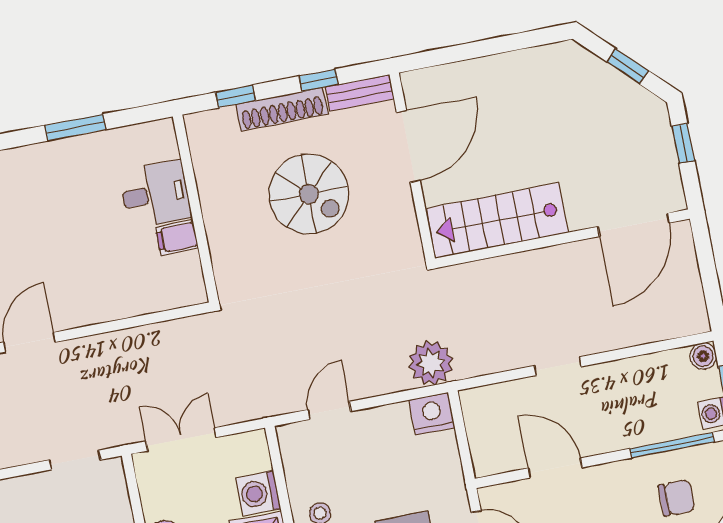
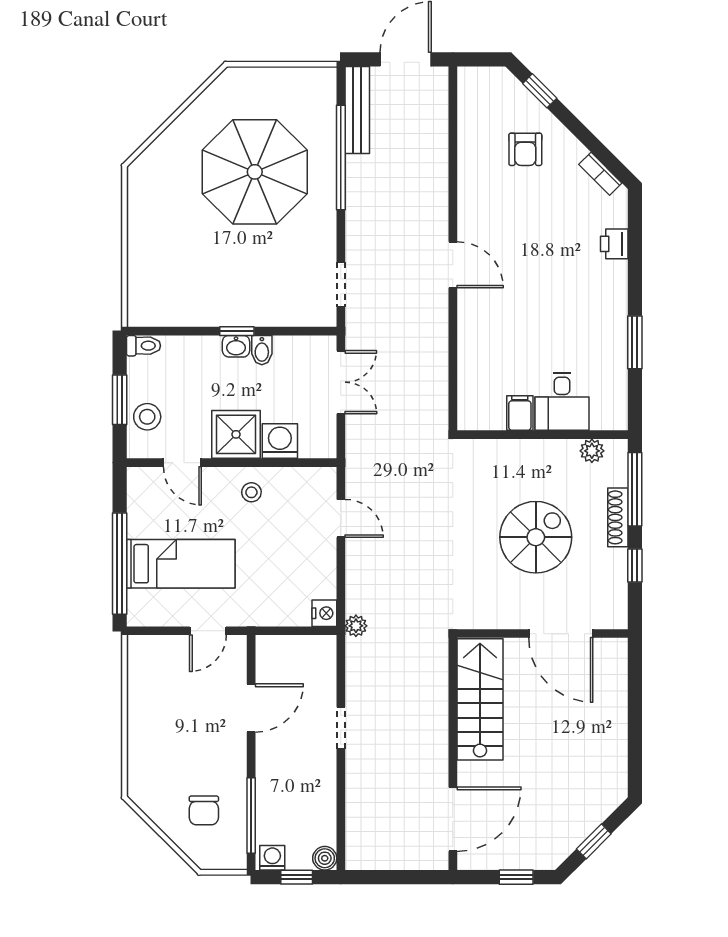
bench: (360, 93) -> (617, 600), removed
window: (236, 96) -> (635, 489), width x2.17
shoe rack: (282, 109) -> (618, 517), width x0.74, depth x0.81
plant: (203, 151) -> (592, 451), added
spiral stairs: (309, 194) -> (536, 537), turned 180
door: (634, 225) -> (453, 819), swing flipped
plant: (431, 363) -> (356, 626), width x0.53, depth x0.53
nightstand: (432, 414) -> (324, 613), width x0.74, depth x0.75

